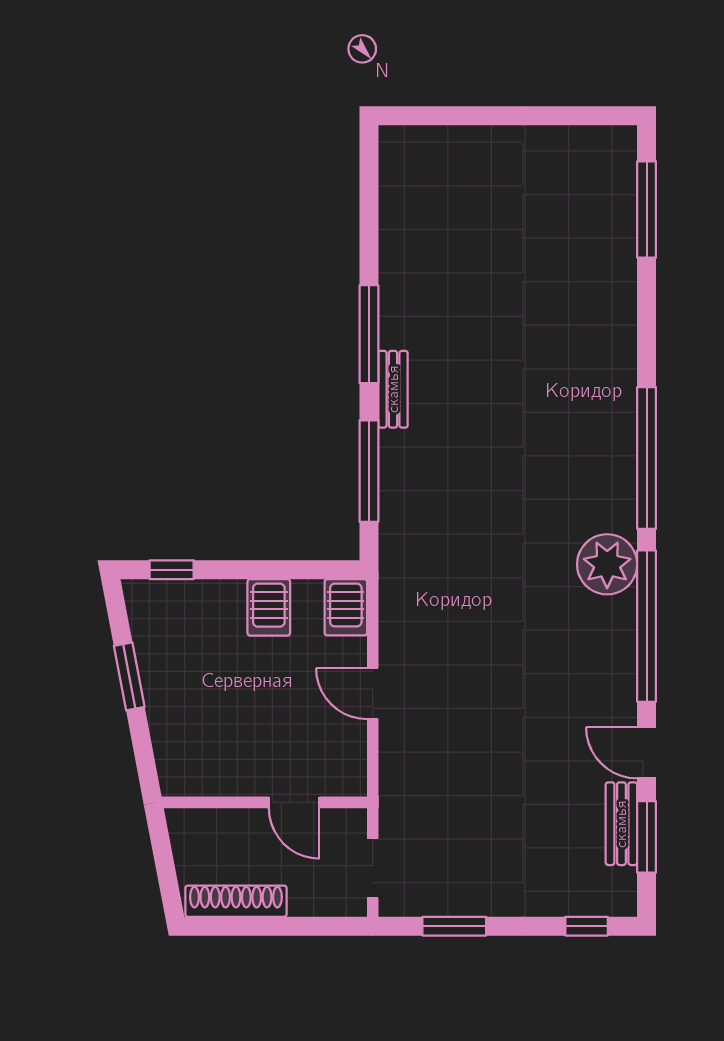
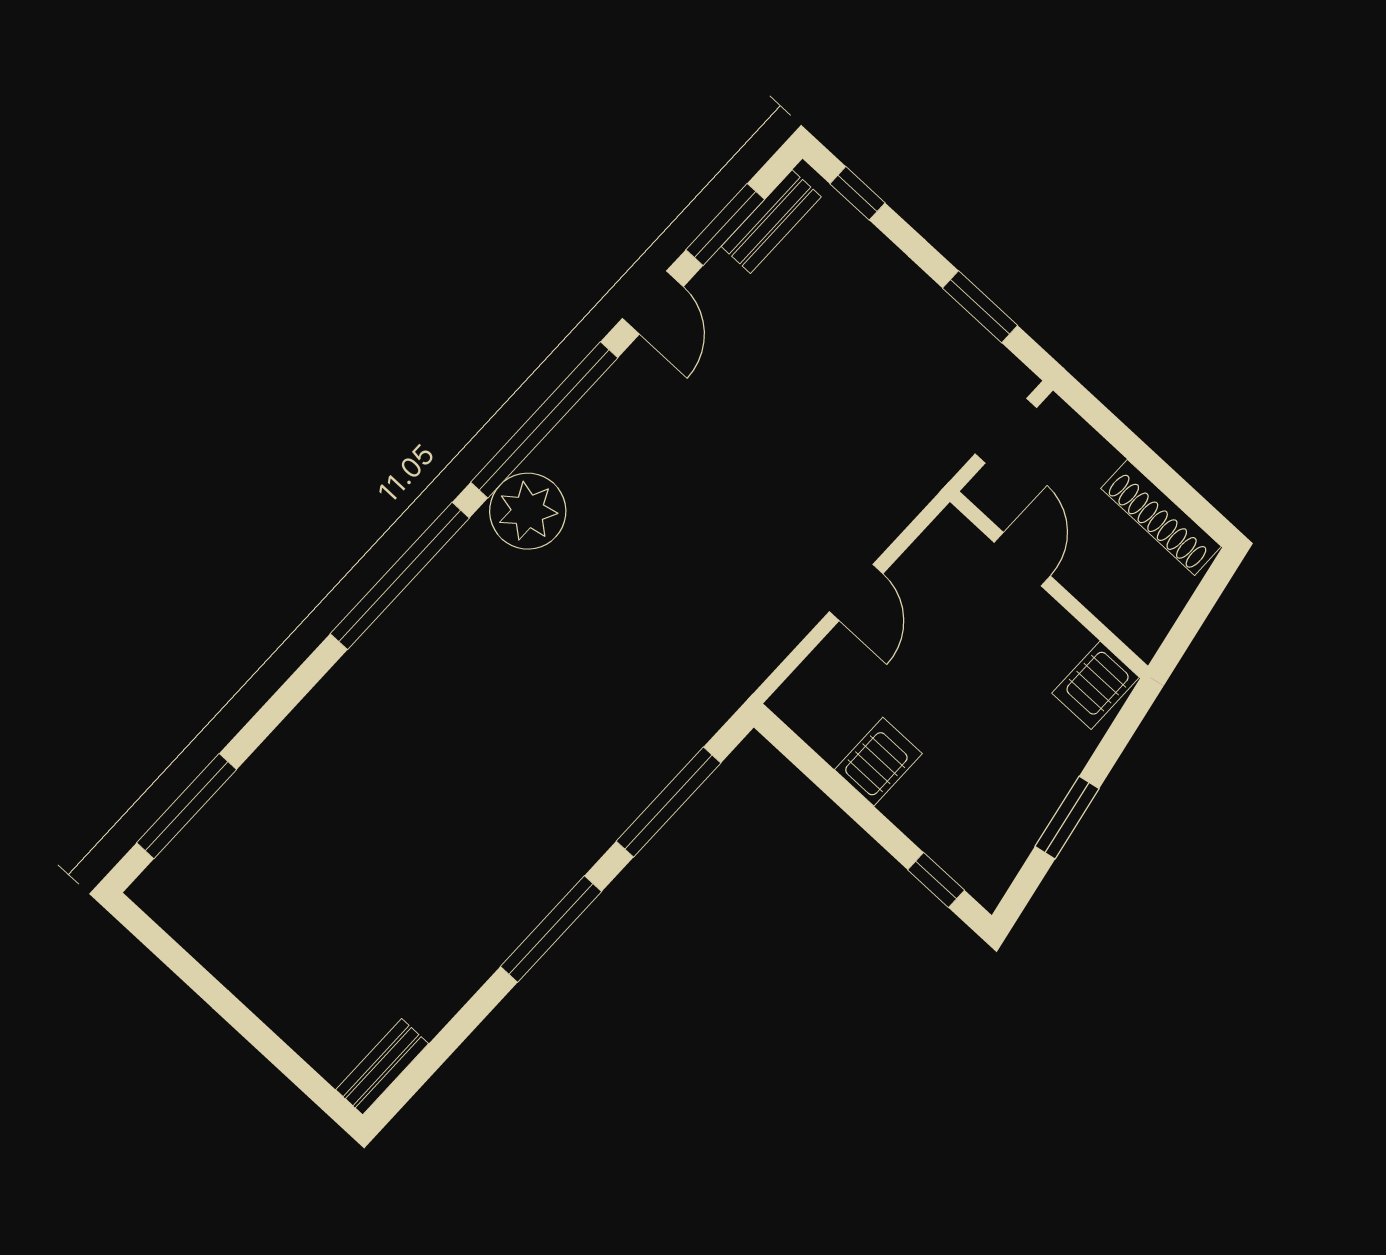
bench: (393, 389) -> (382, 1067), moved
server rack: (346, 607) -> (1096, 685), moved, turned 180
bench: (621, 824) -> (771, 222), moved

